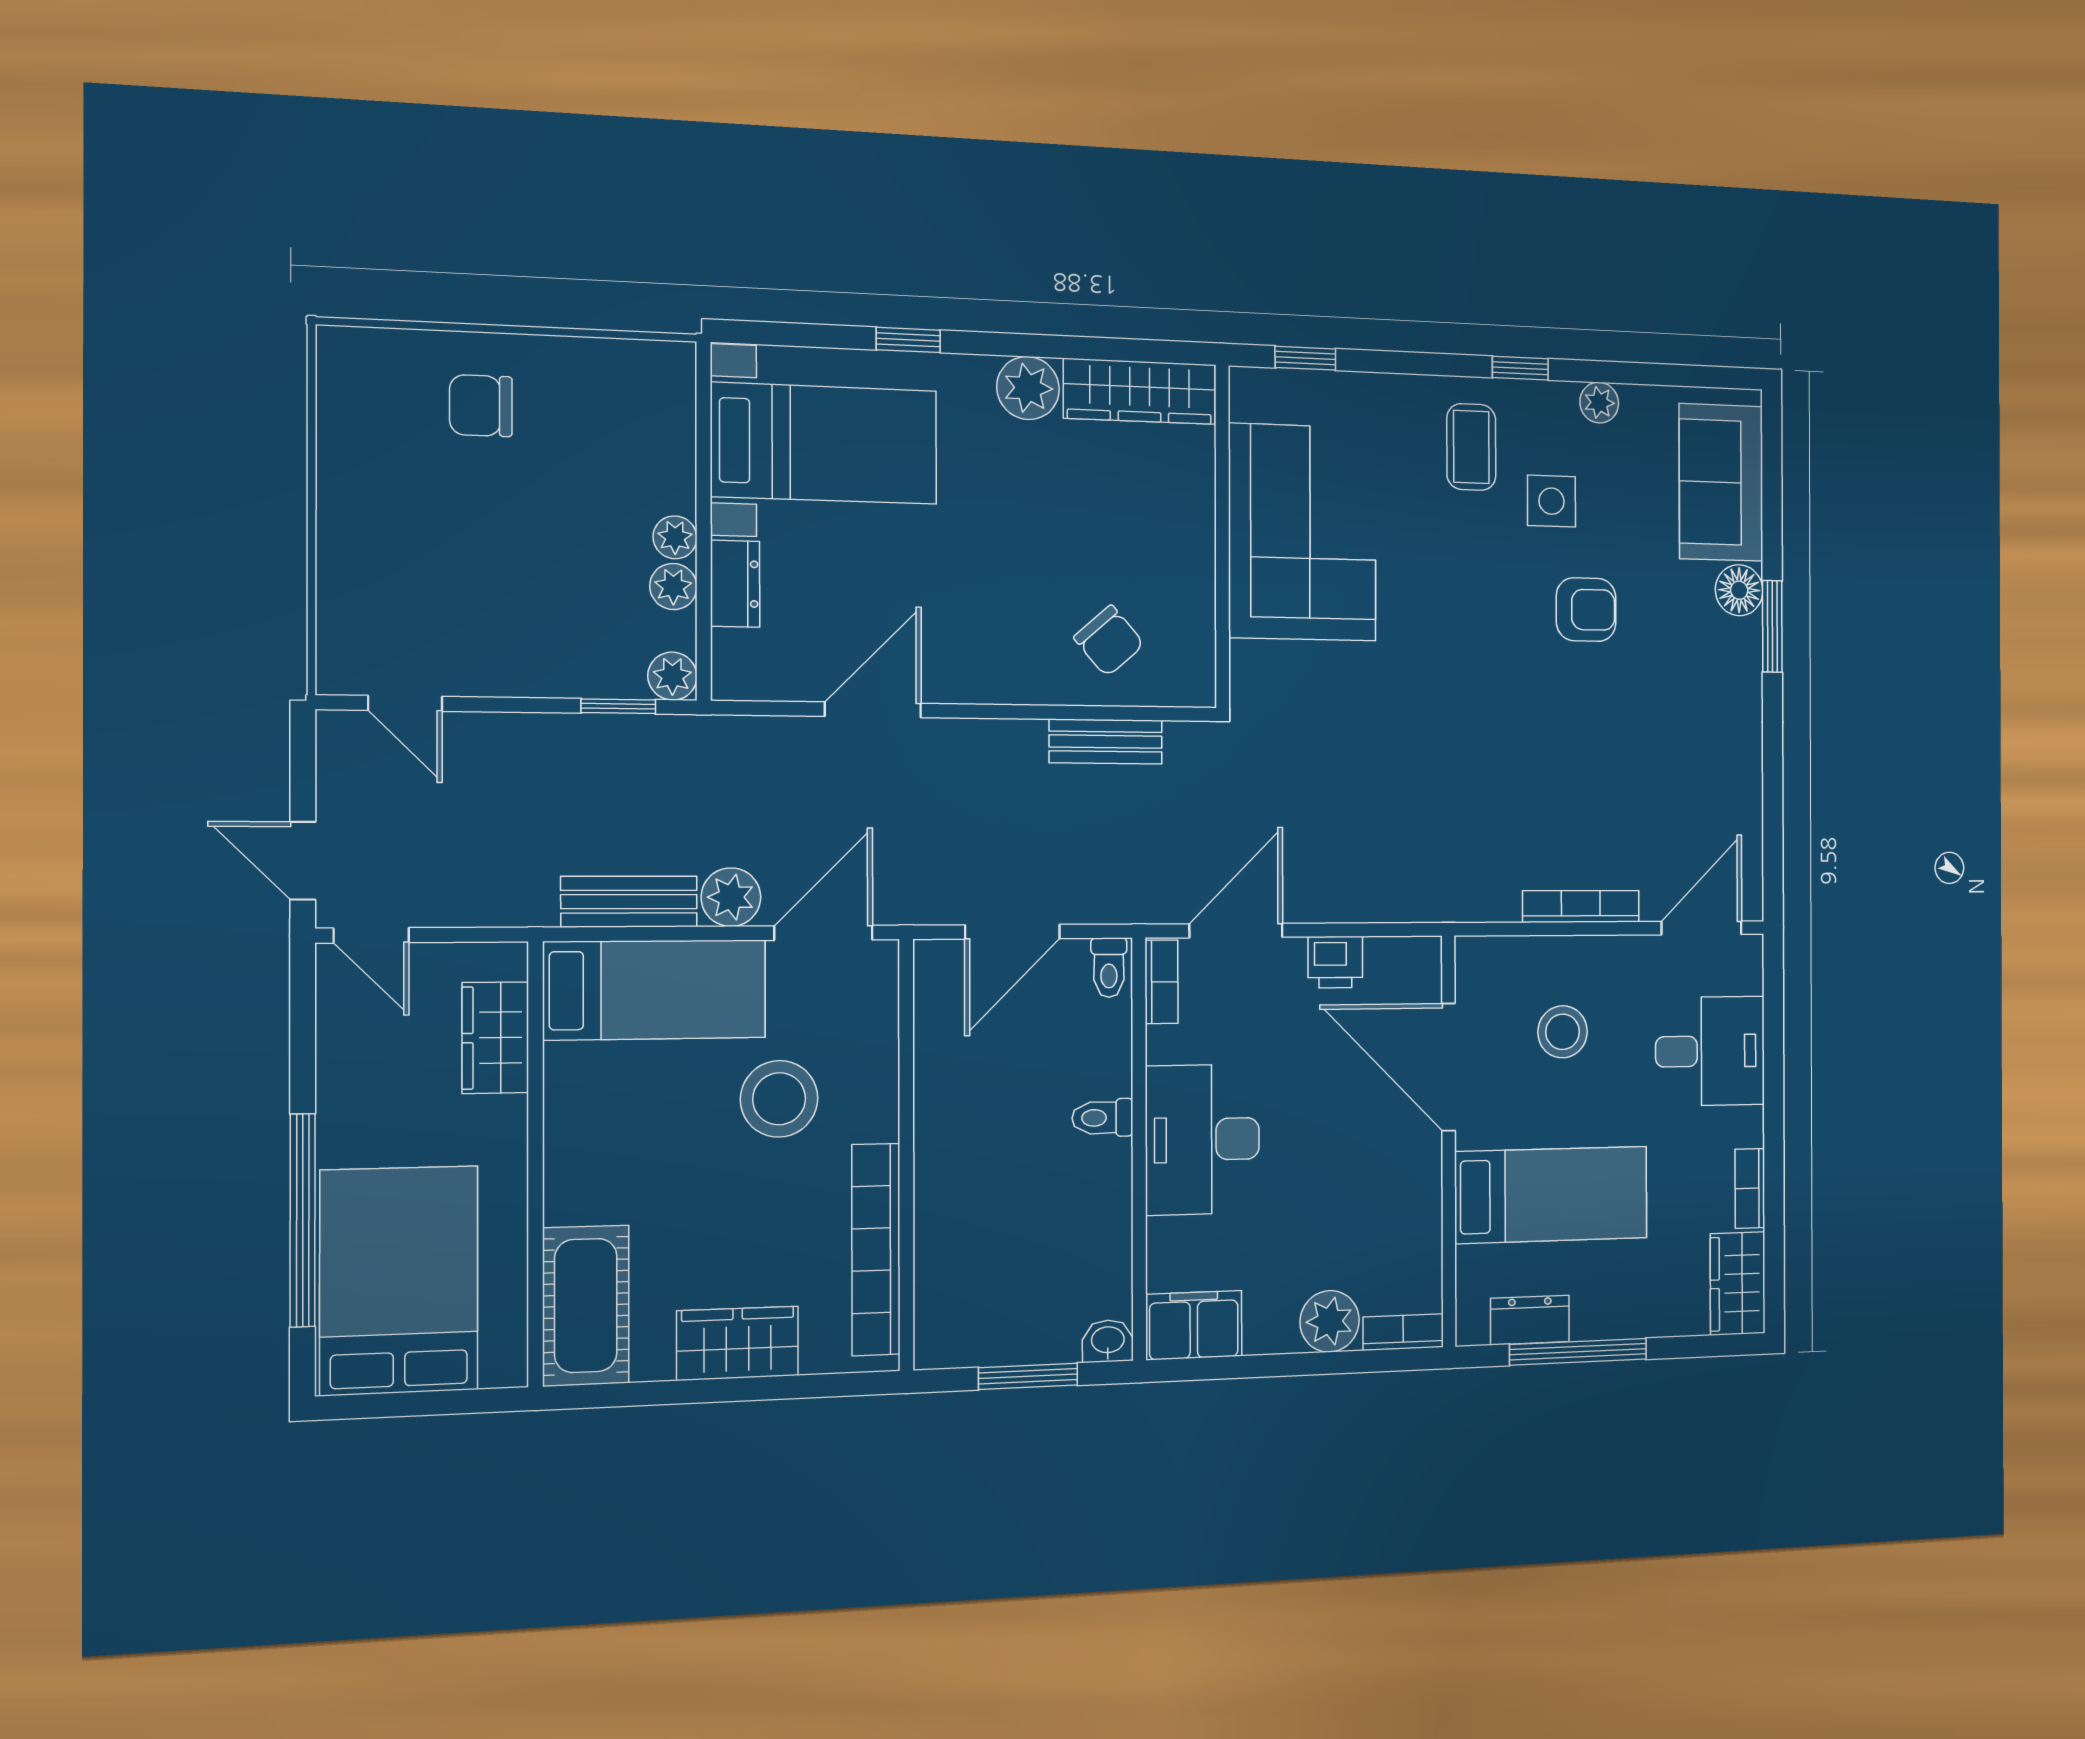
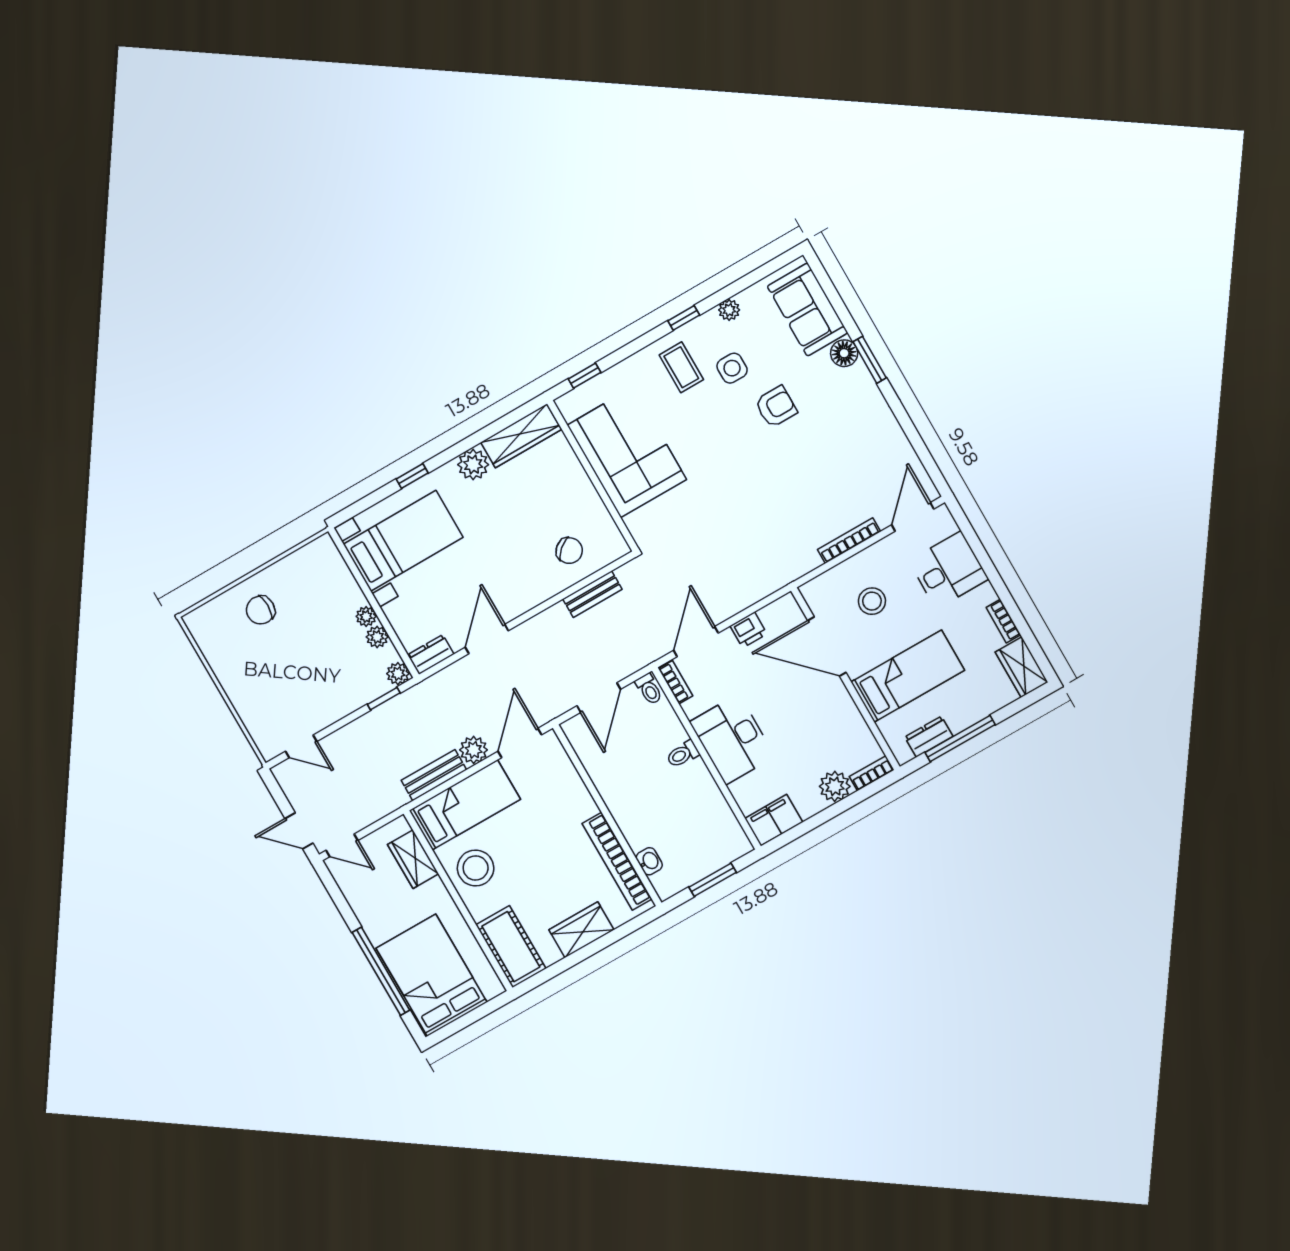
dresser: (735, 584) -> (431, 654), moved, turned -90
stool: (779, 1099) -> (476, 868), moved
washbasin: (1108, 1341) -> (649, 861), moved, turned 90

